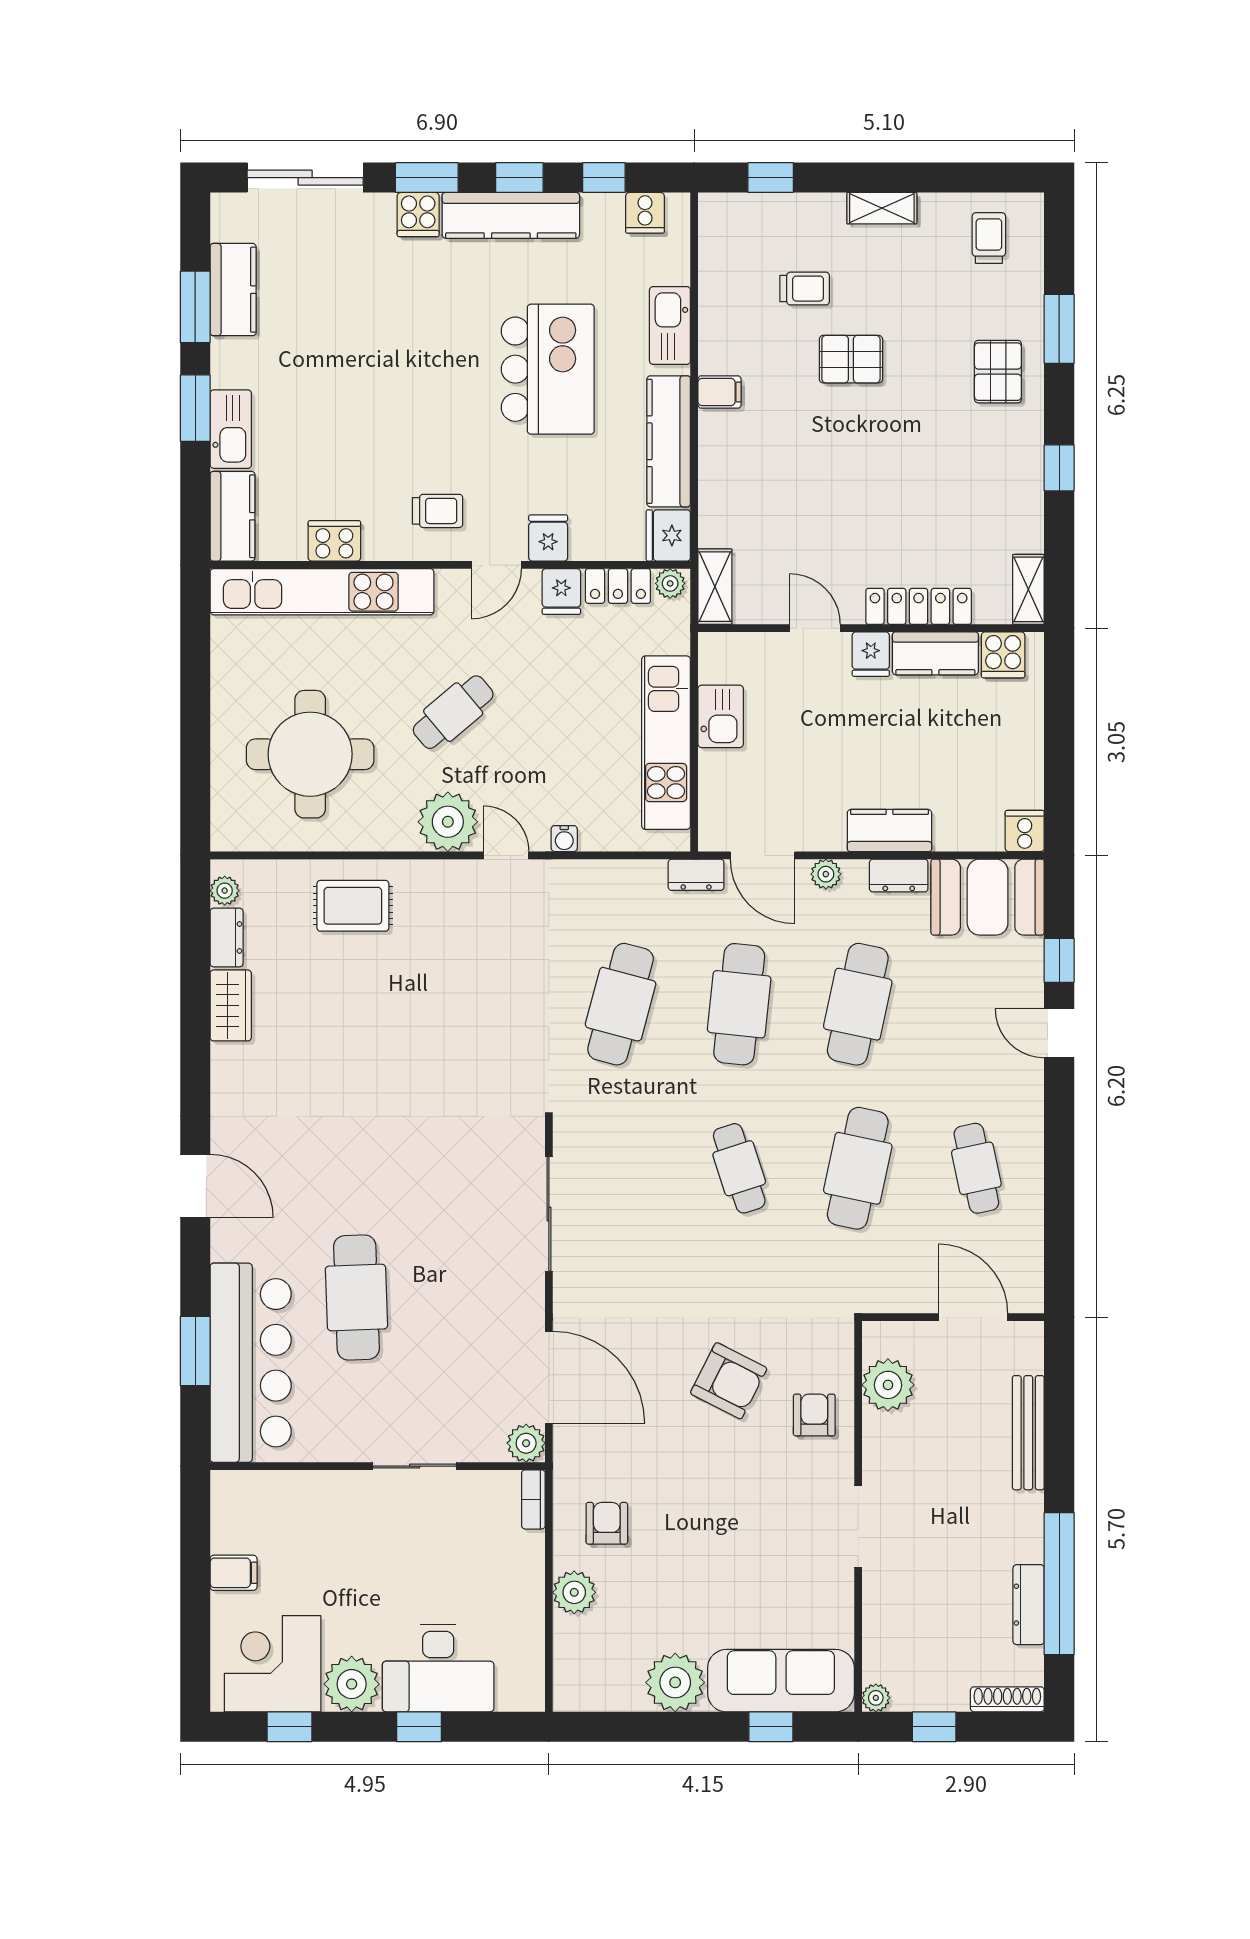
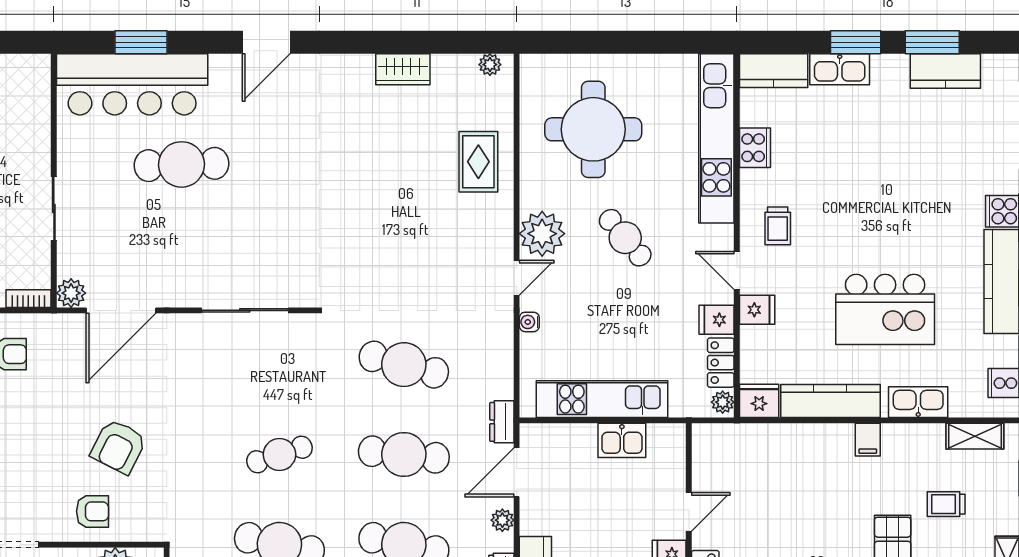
trolley: (805, 289) -> (946, 504), turned 90
shelving: (715, 587) -> (975, 436), moved
dresser: (227, 938) -> (454, 66), removed

